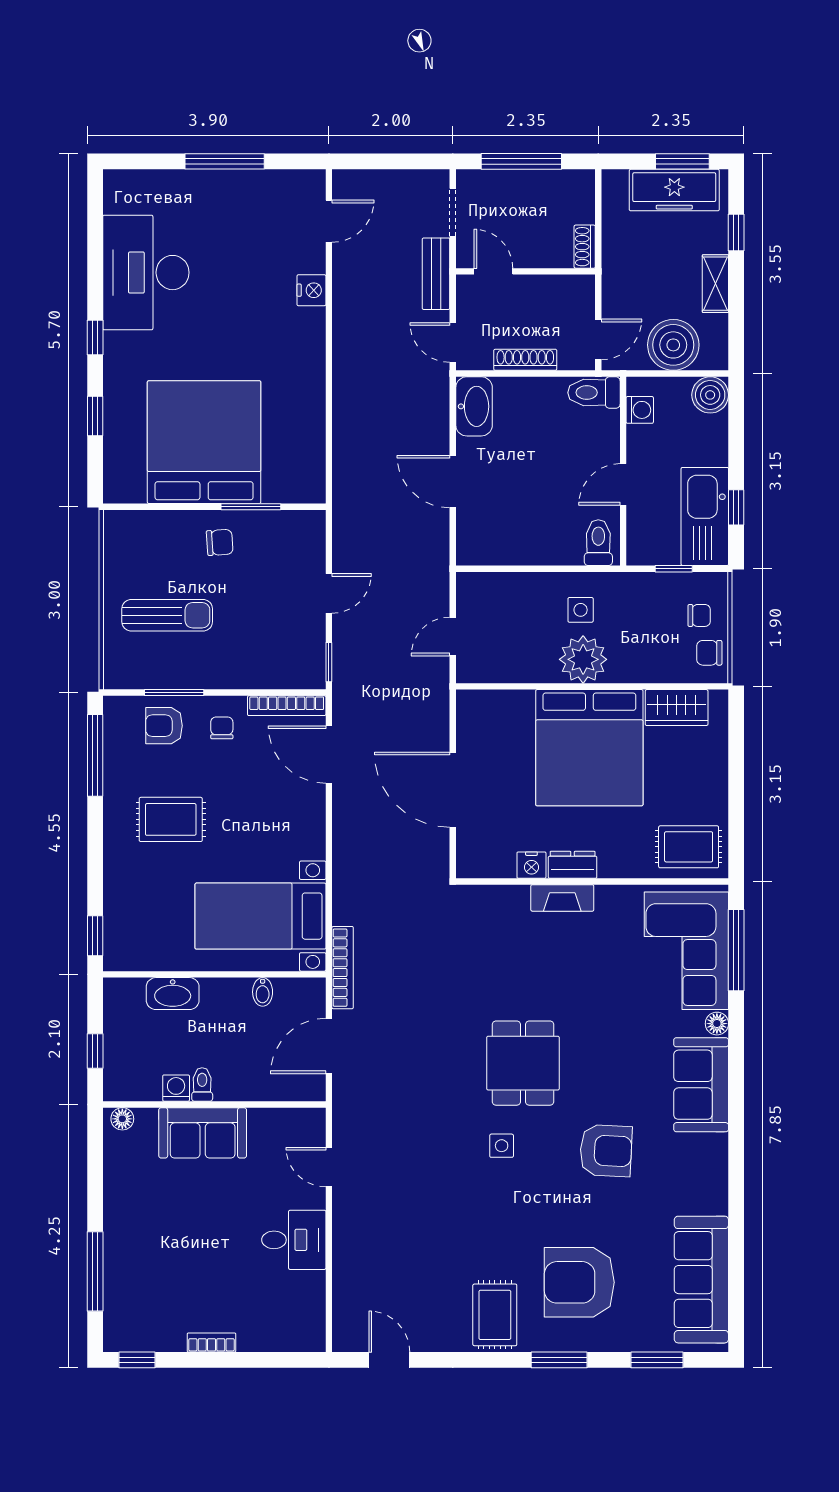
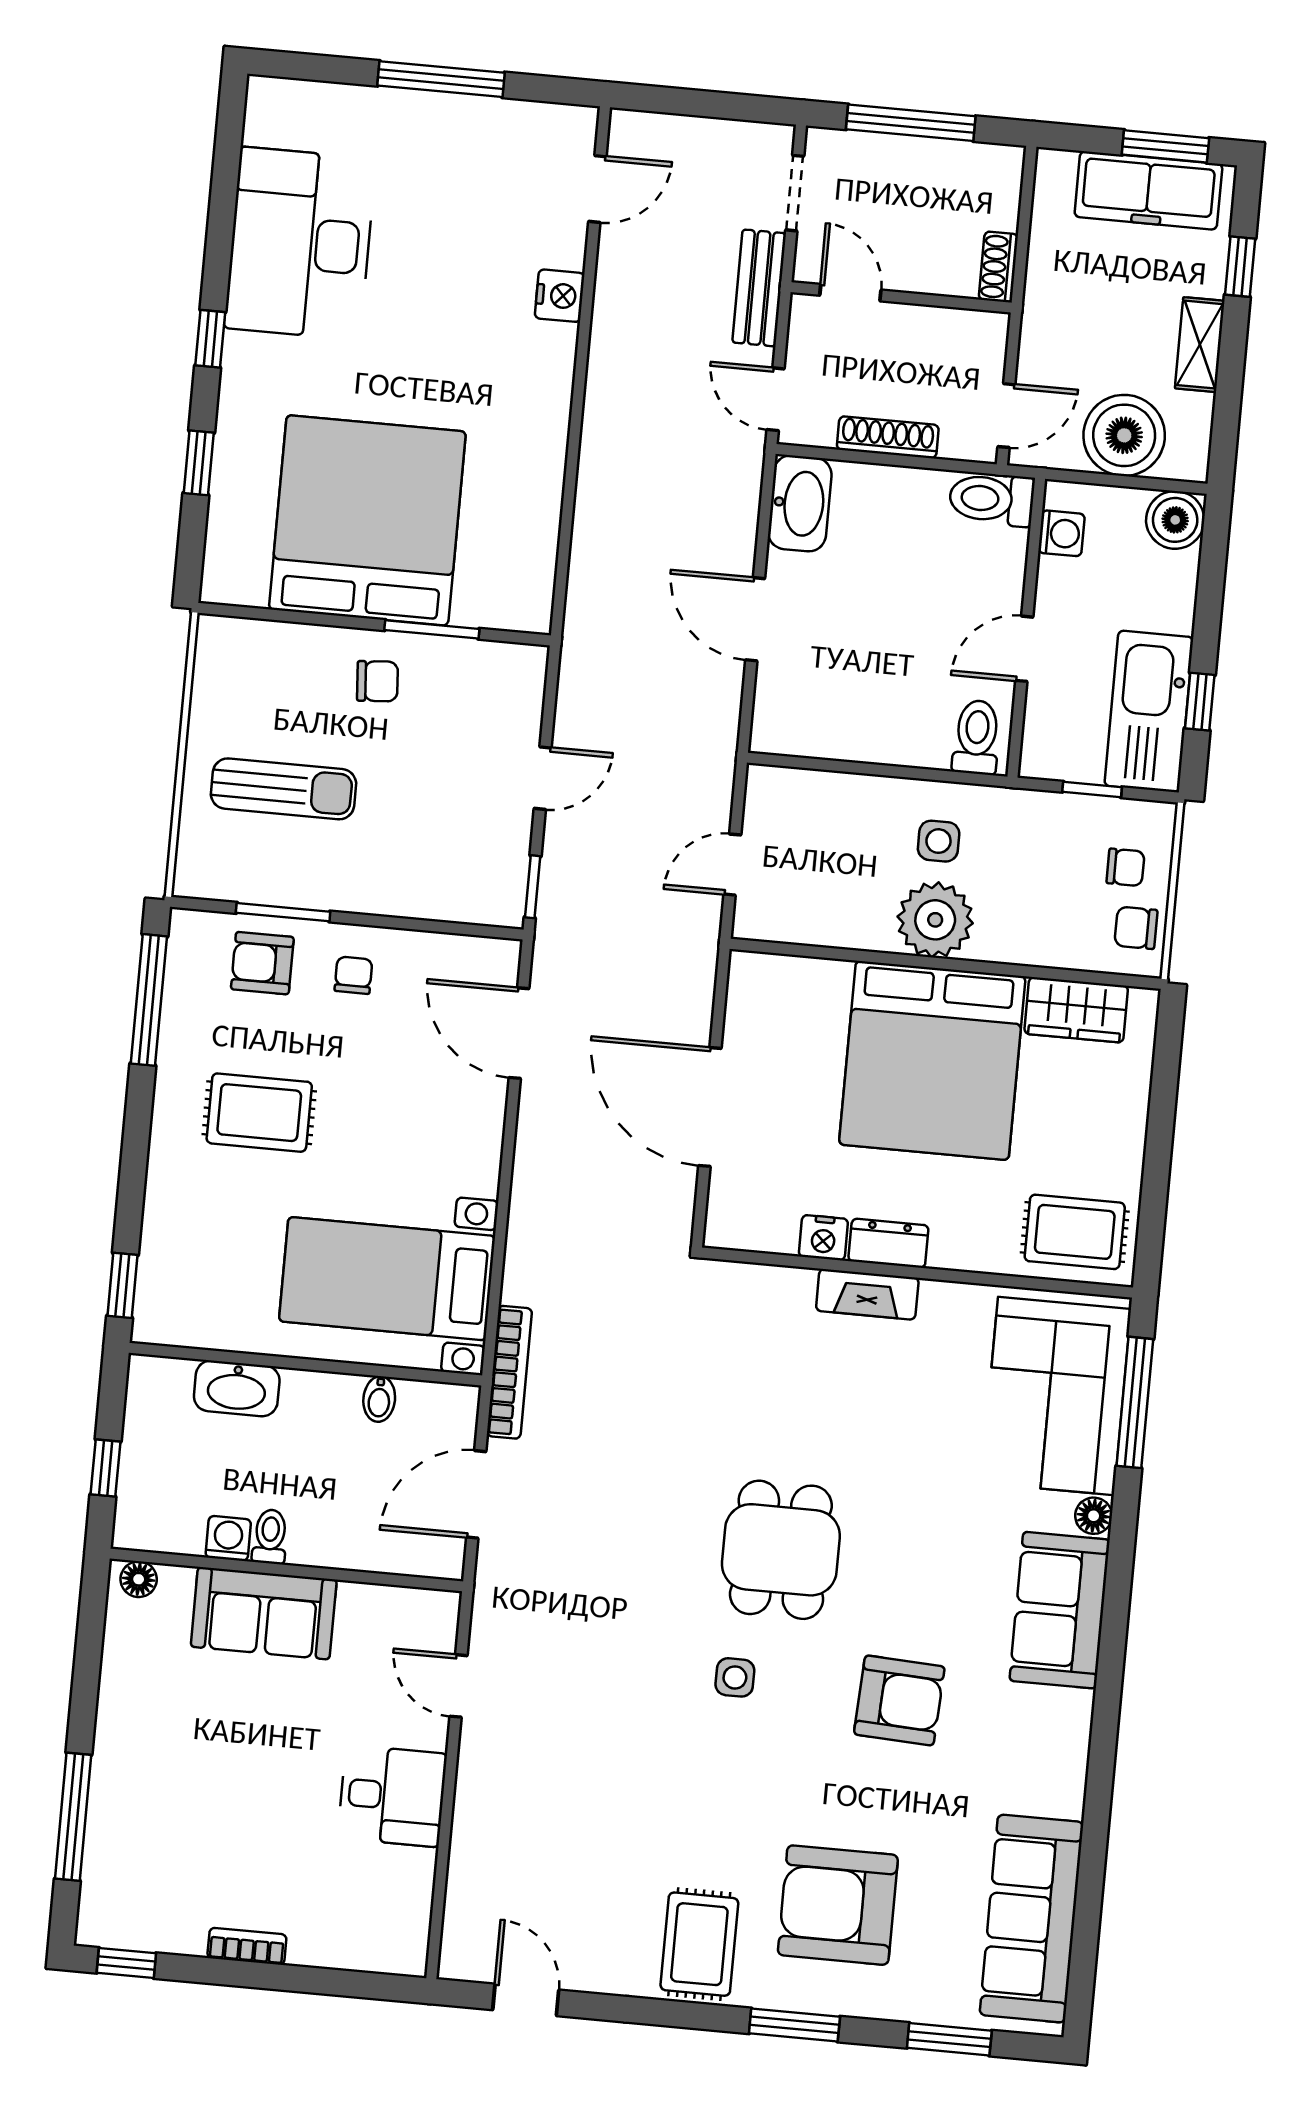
bookcase: (287, 706) -> (459, 950), removed

